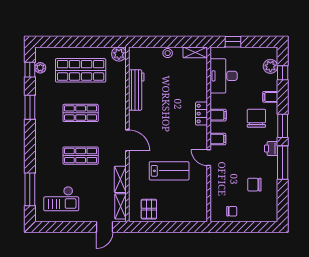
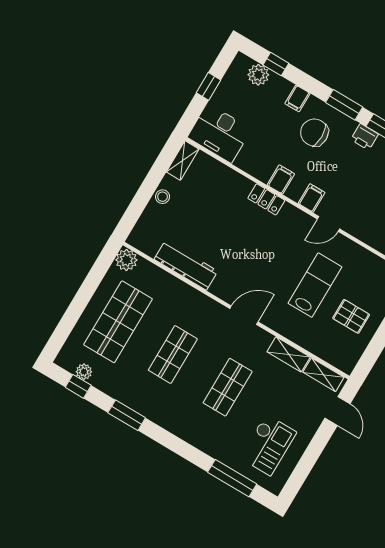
window: (233, 42) -> (208, 86), moved
desk: (224, 76) -> (219, 133), moved
pallet: (149, 209) -> (351, 316), moved

